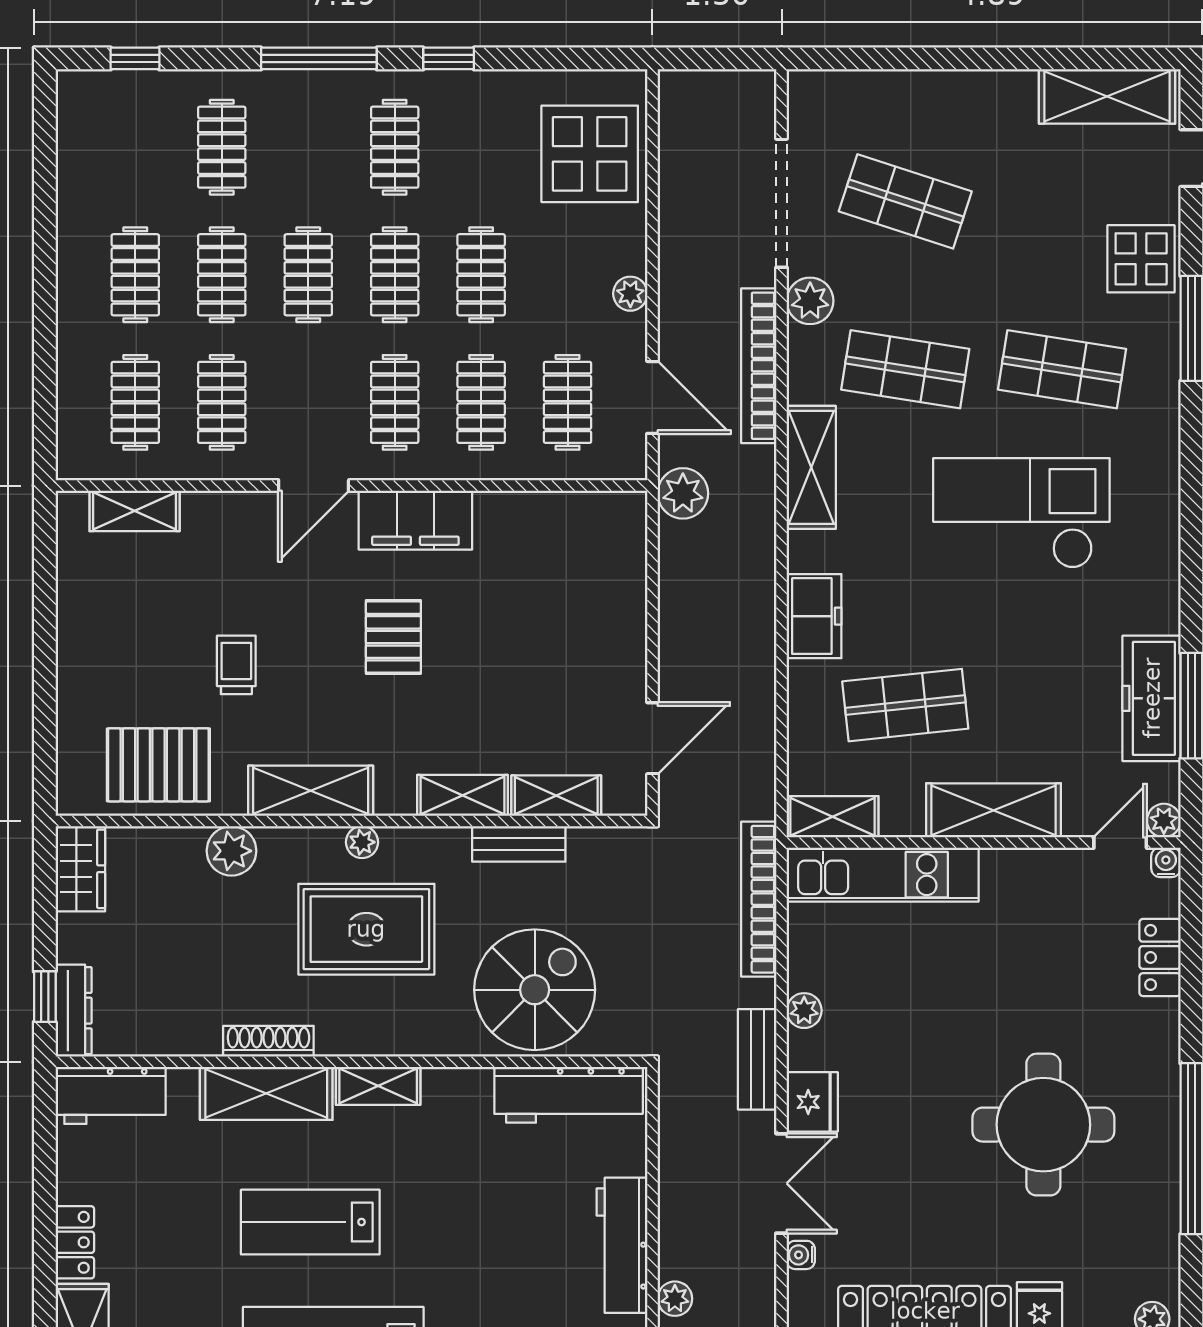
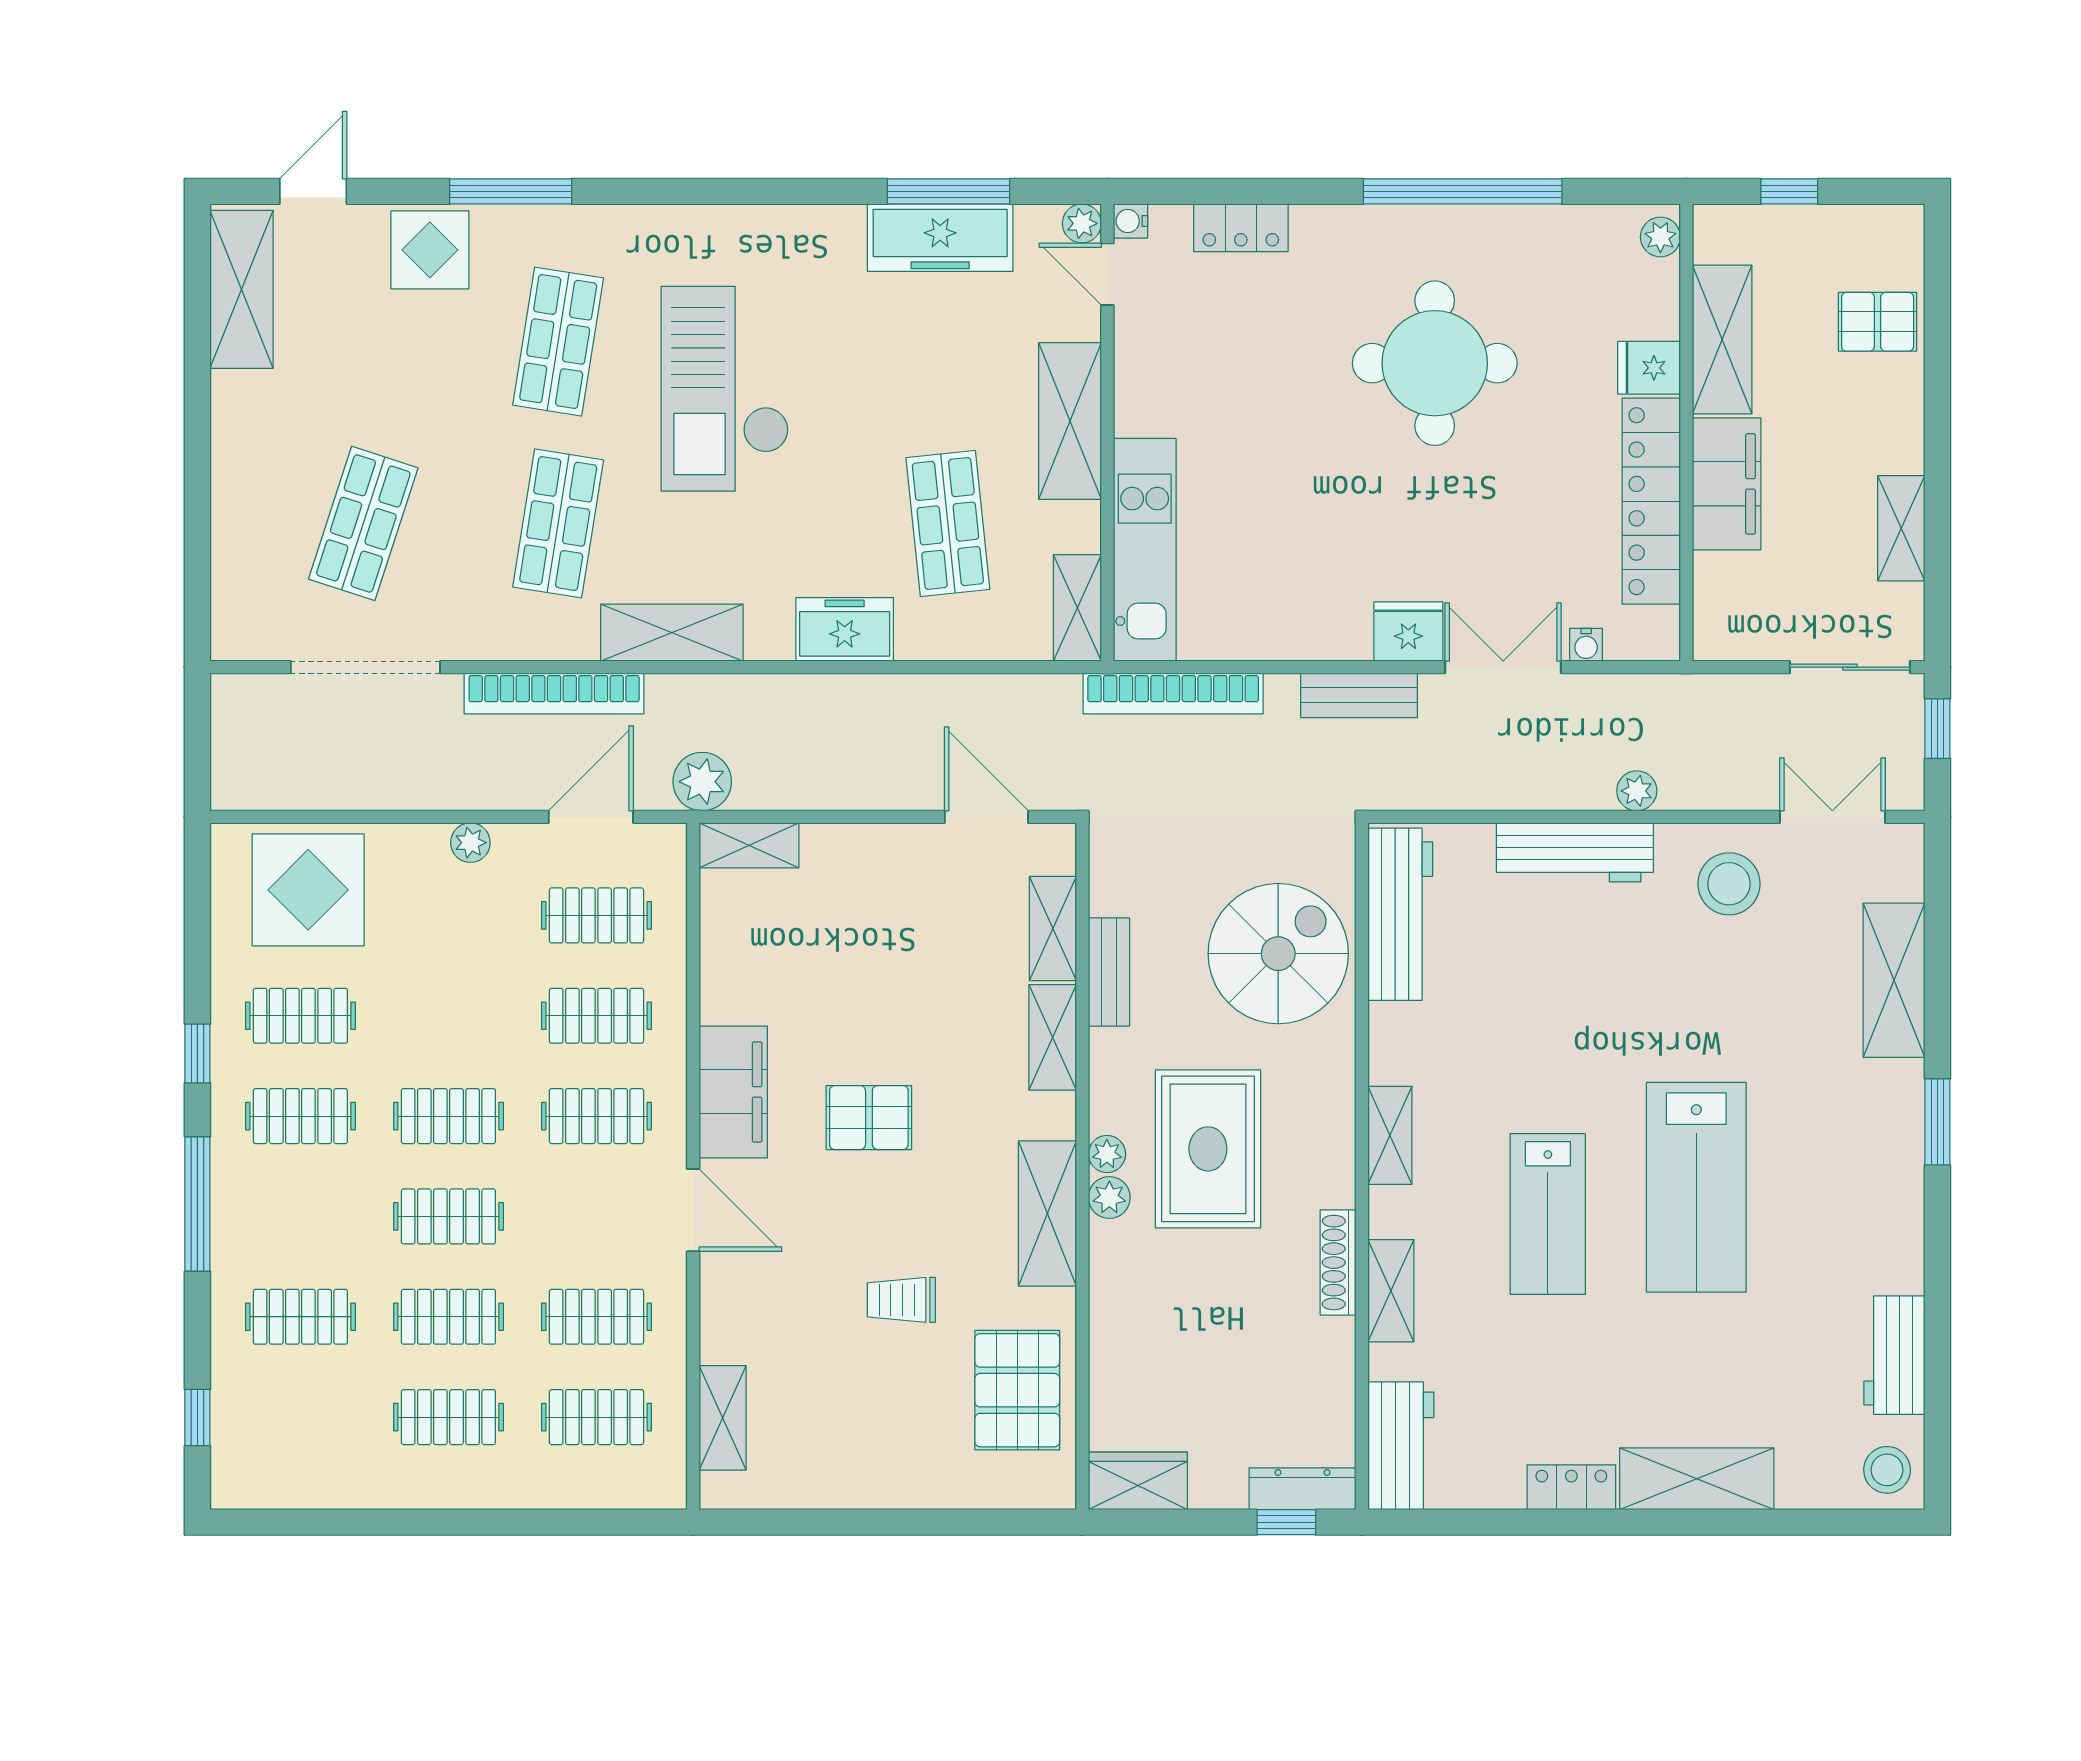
clothes rail: (481, 275) -> (300, 1016), moved
plant: (810, 301) -> (479, 634), removed
shelving: (628, 534) -> (749, 845), added
plant: (231, 851) -> (1109, 1197), moved, width x0.73, depth x0.73
spiral stairs: (535, 990) -> (1278, 954), turned 90
plant: (804, 1011) -> (1302, 641), removed
shelving: (266, 1093) -> (1391, 1291), width x0.67, depth x0.75

